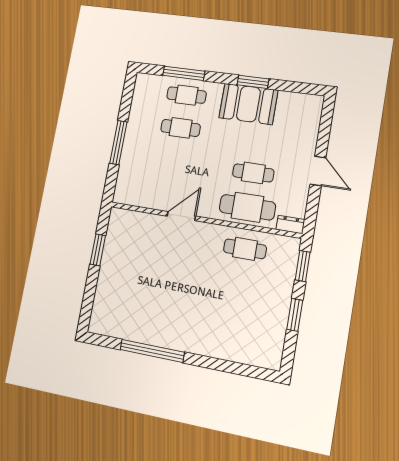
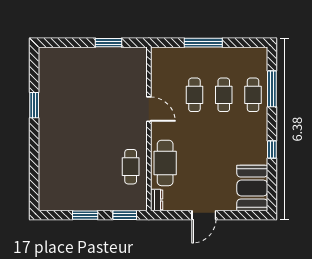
window: (253, 82) -> (272, 150), width x0.67
booth: (248, 104) -> (252, 188), moved
cafe table: (253, 173) -> (194, 95), moved
window: (152, 351) -> (34, 105), width x0.47

